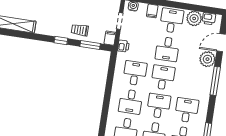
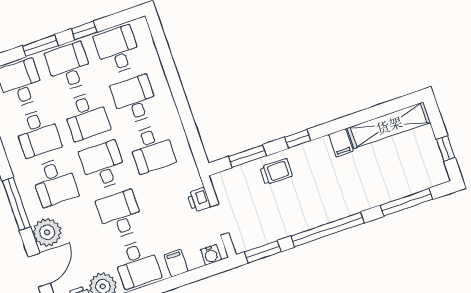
filing cabinet: (110, 38) -> (341, 143), moved
printer: (123, 46) -> (199, 200), moved
desk: (163, 77) -> (103, 165), turned 180
desk: (191, 82) -> (55, 182), added

